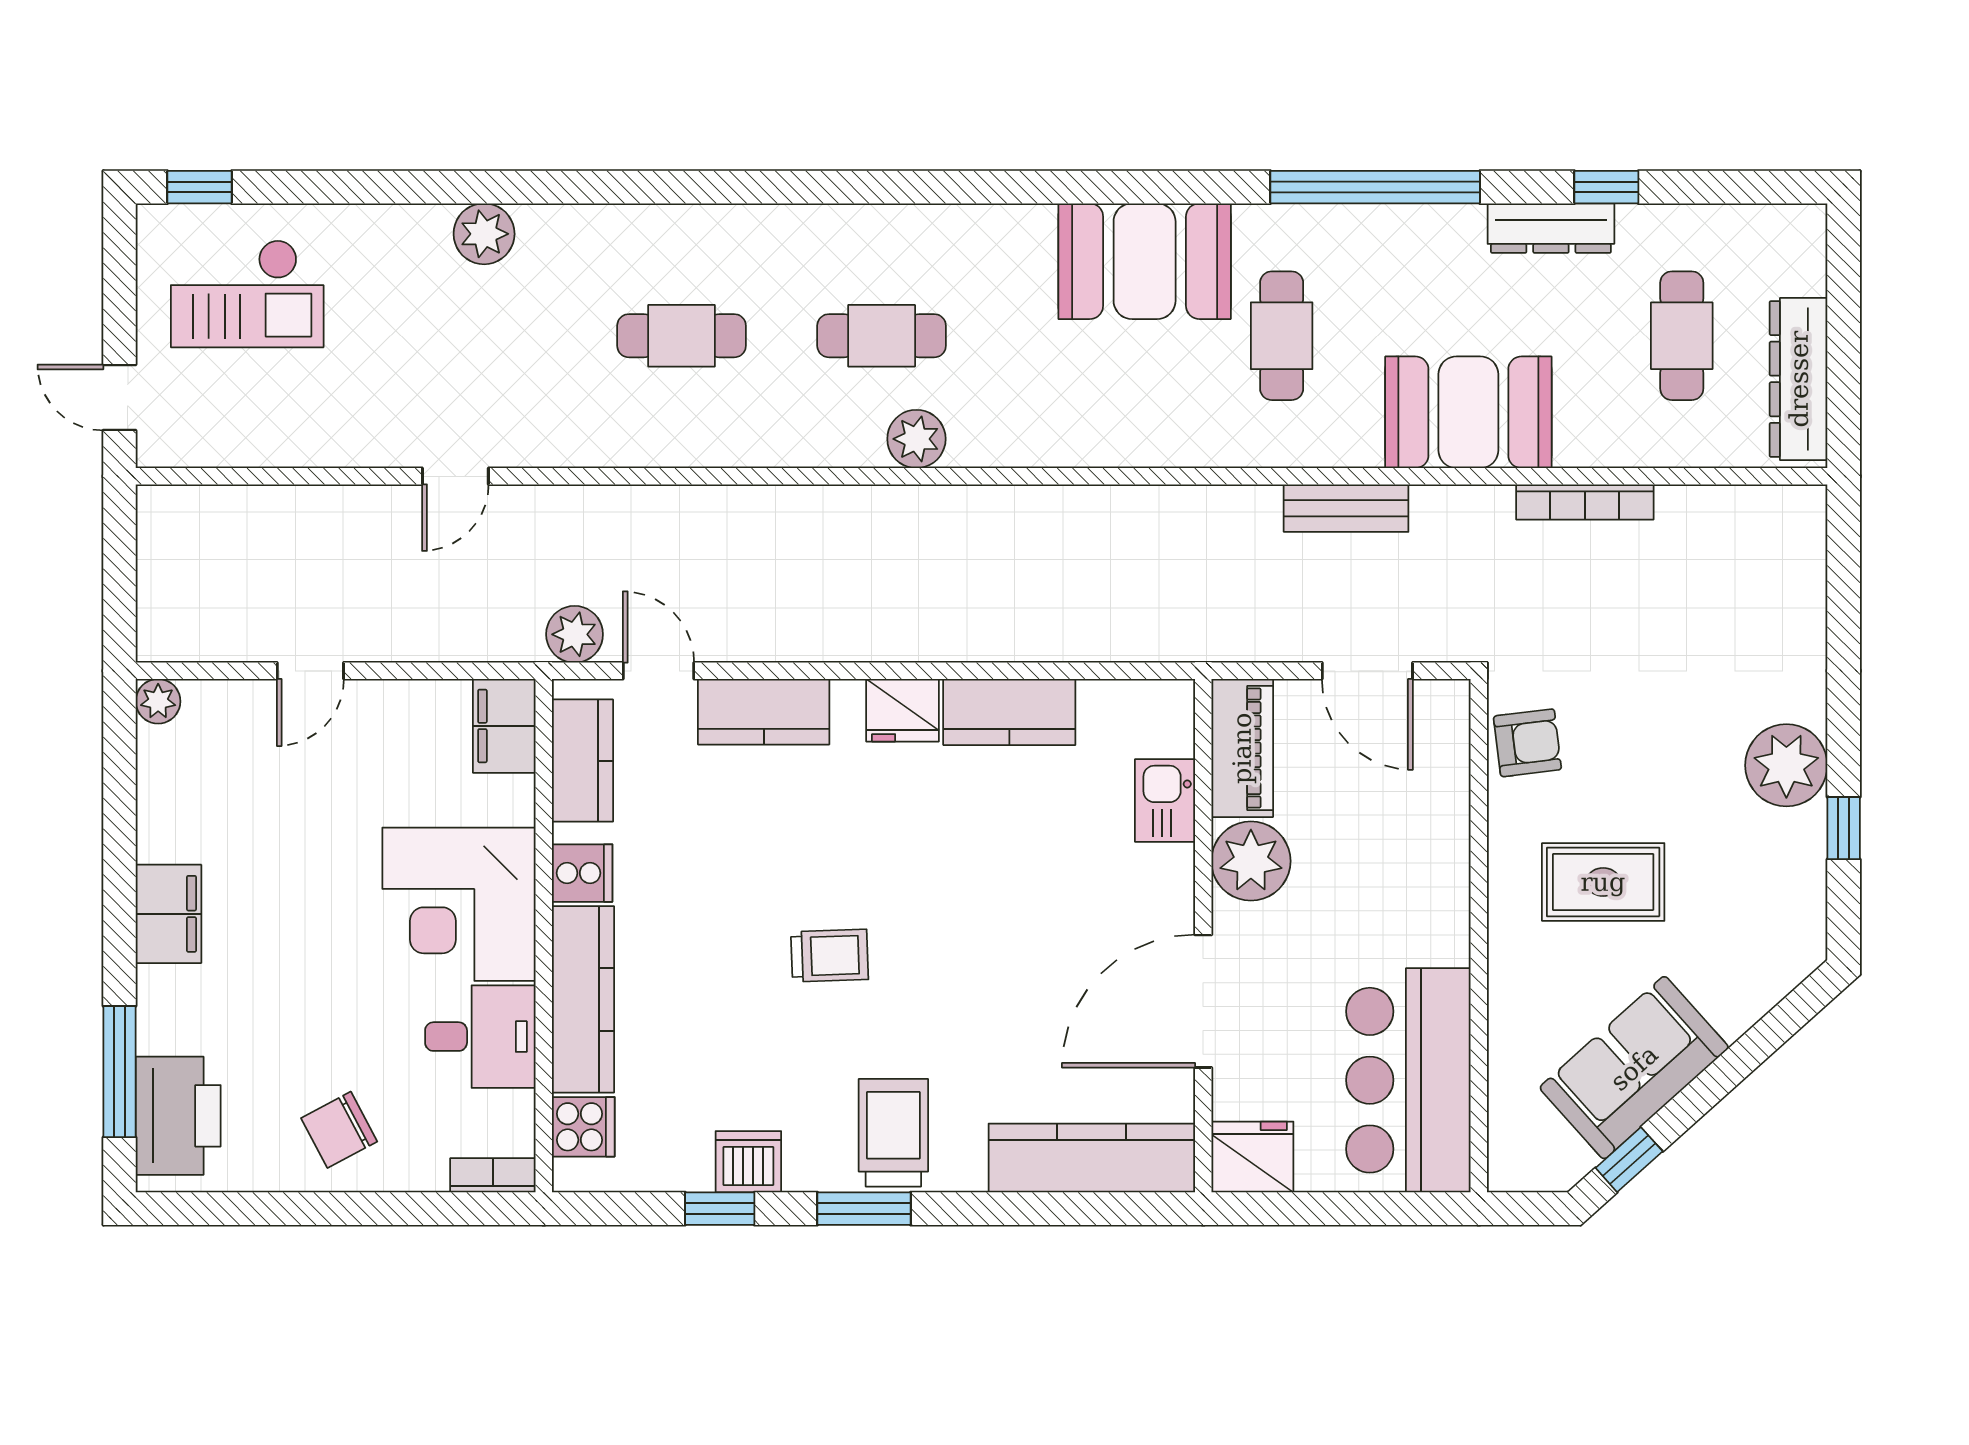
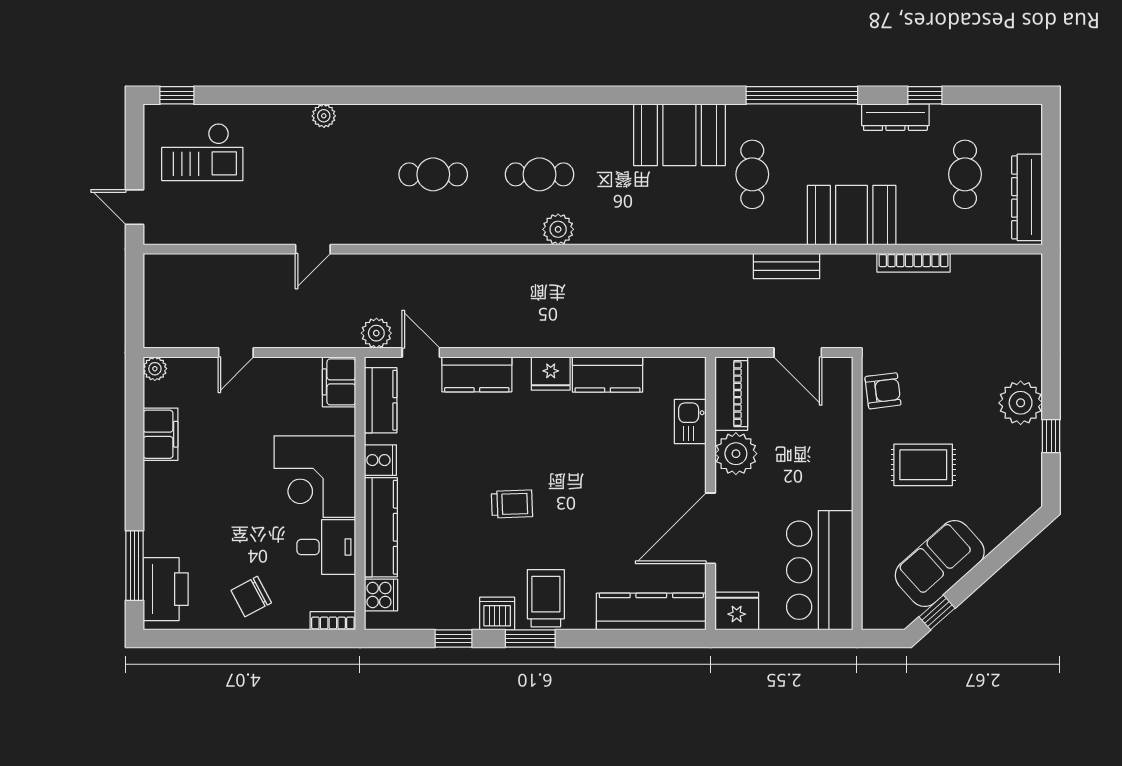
plant: (484, 234) -> (324, 116), width x0.73, depth x0.73
filing cabinet: (169, 914) -> (160, 434), moved
dishwasher: (748, 1162) -> (497, 614), moved

